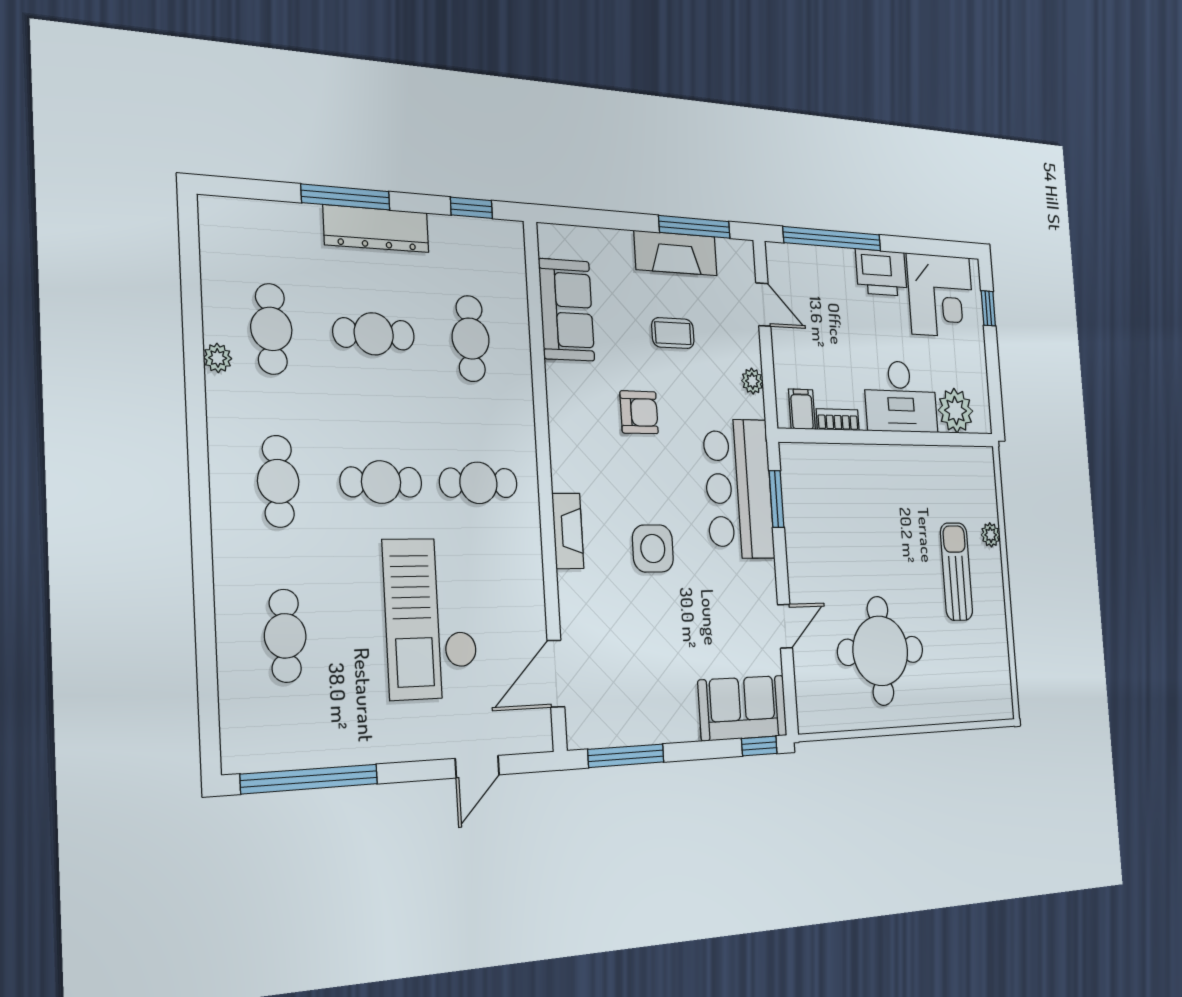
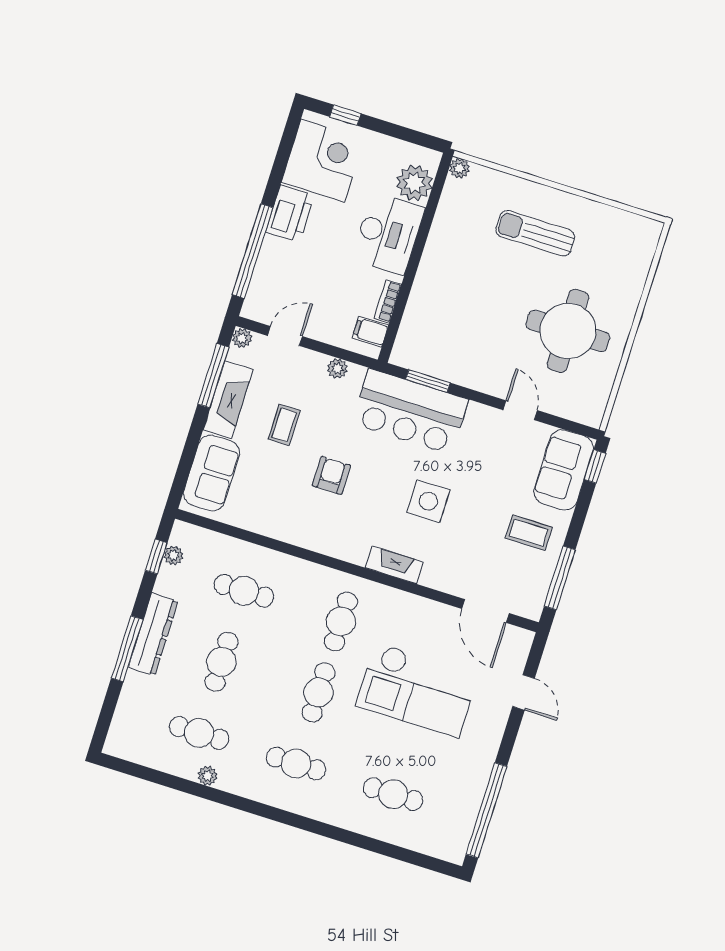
plant: (481, 231) -> (174, 555), added
plant: (744, 252) -> (242, 338), added
sofa: (567, 310) -> (211, 473), moved, turned 90
plant: (991, 535) -> (459, 168), moved
coffee table: (662, 693) -> (529, 533), added

